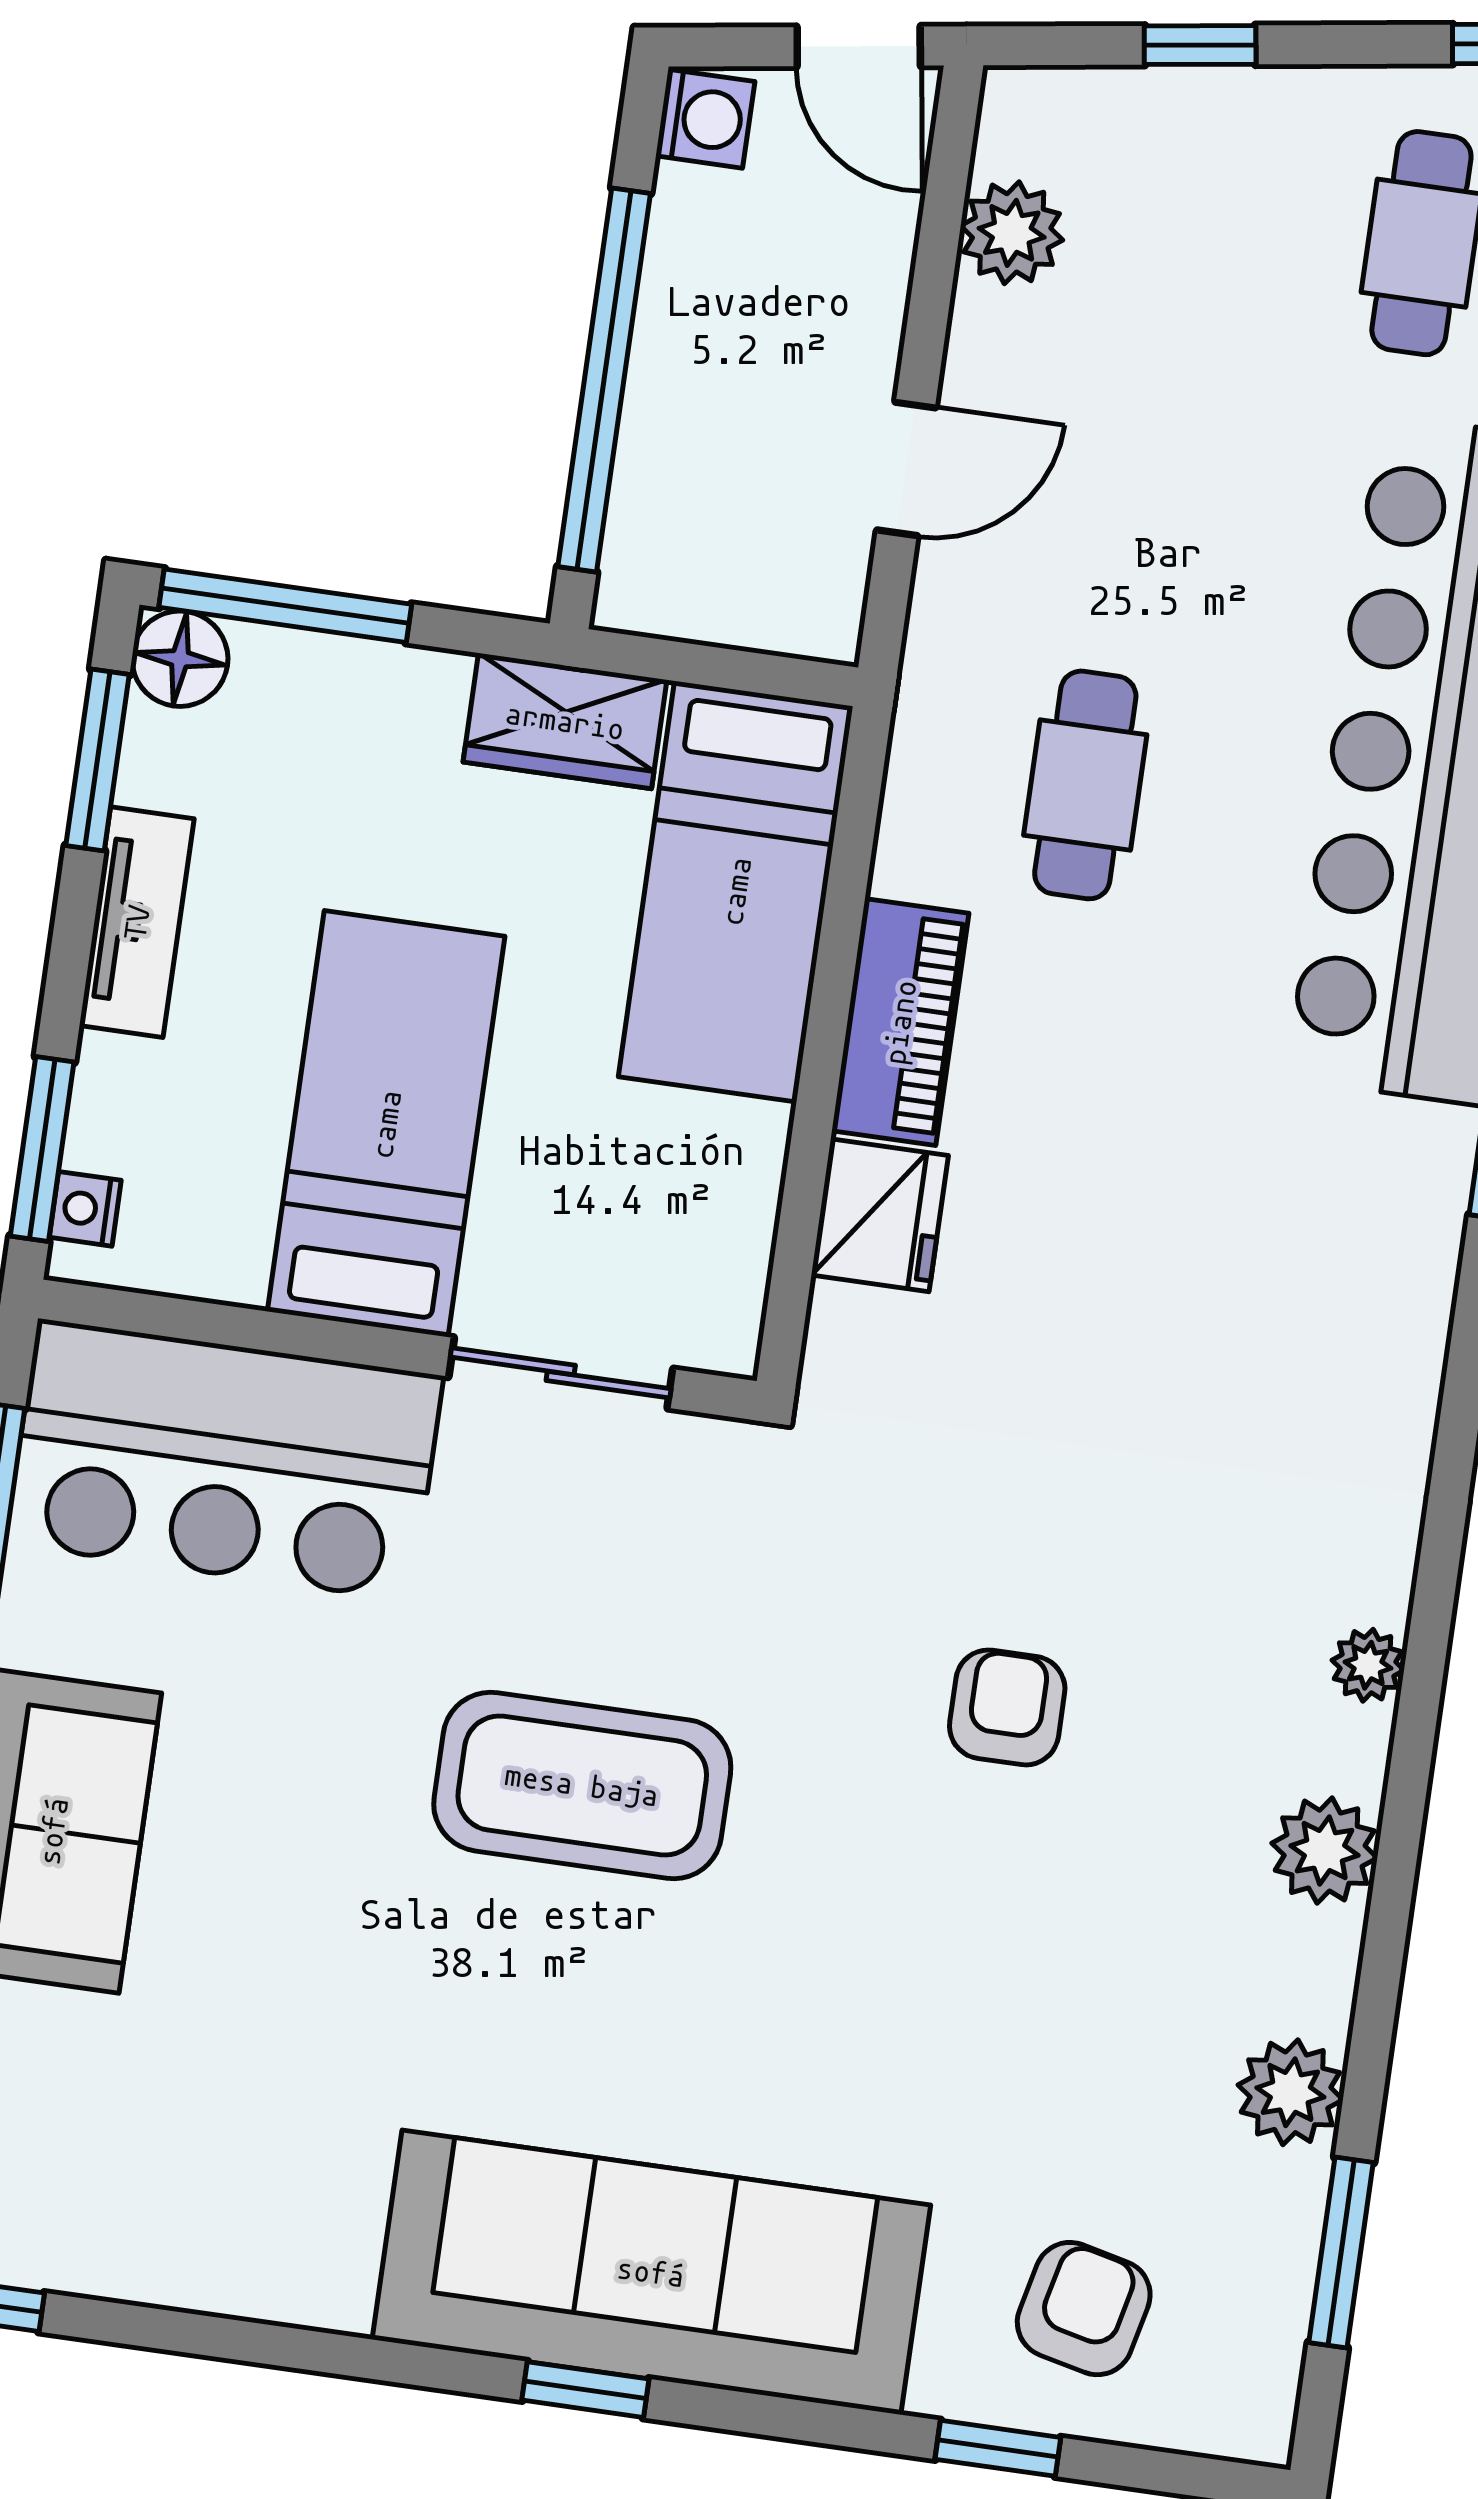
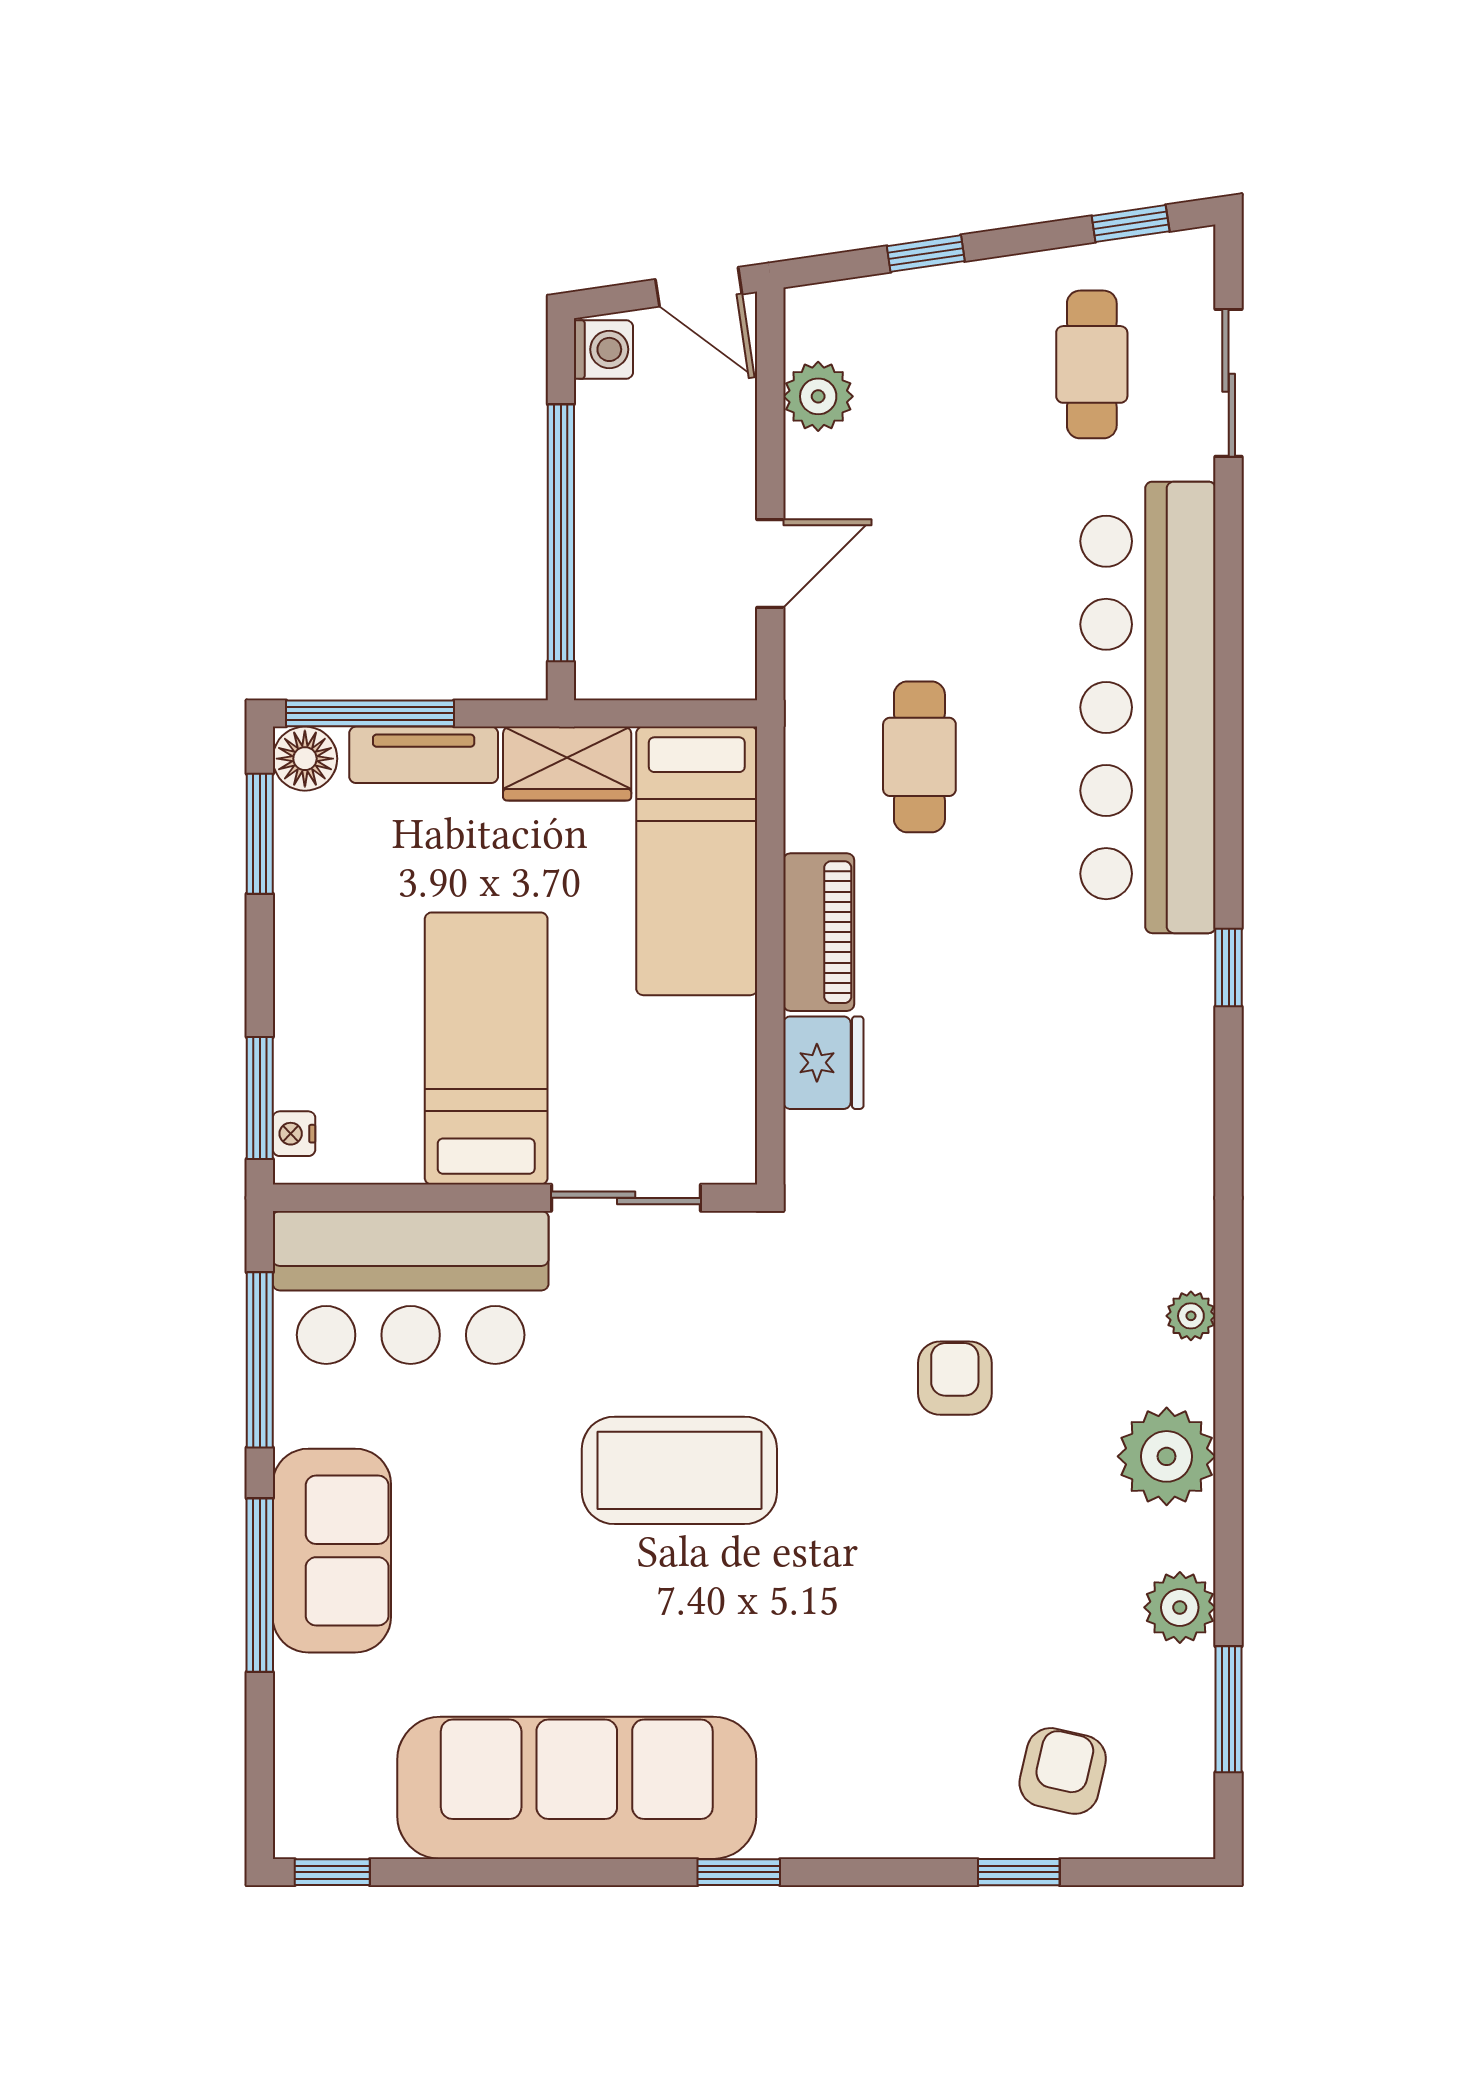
tv unit: (137, 922) -> (424, 755), moved, turned 90
plant: (1325, 1851) -> (1167, 1456), width x1.36, depth x1.36
sofa: (651, 2272) -> (577, 1788), moved

